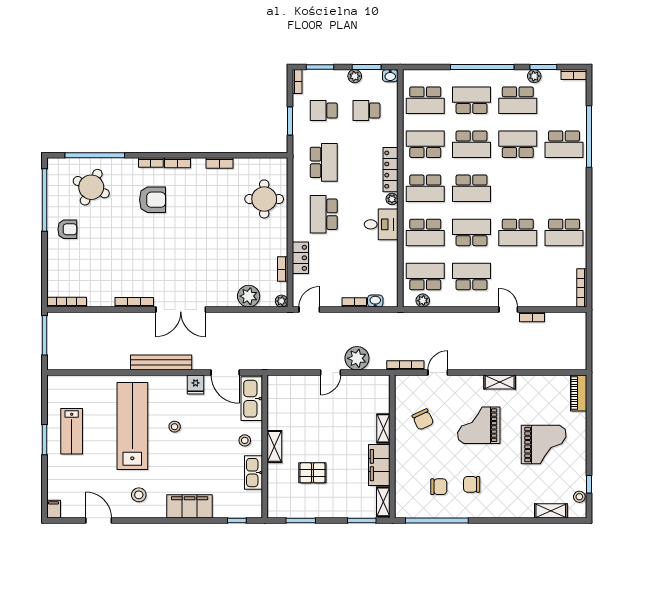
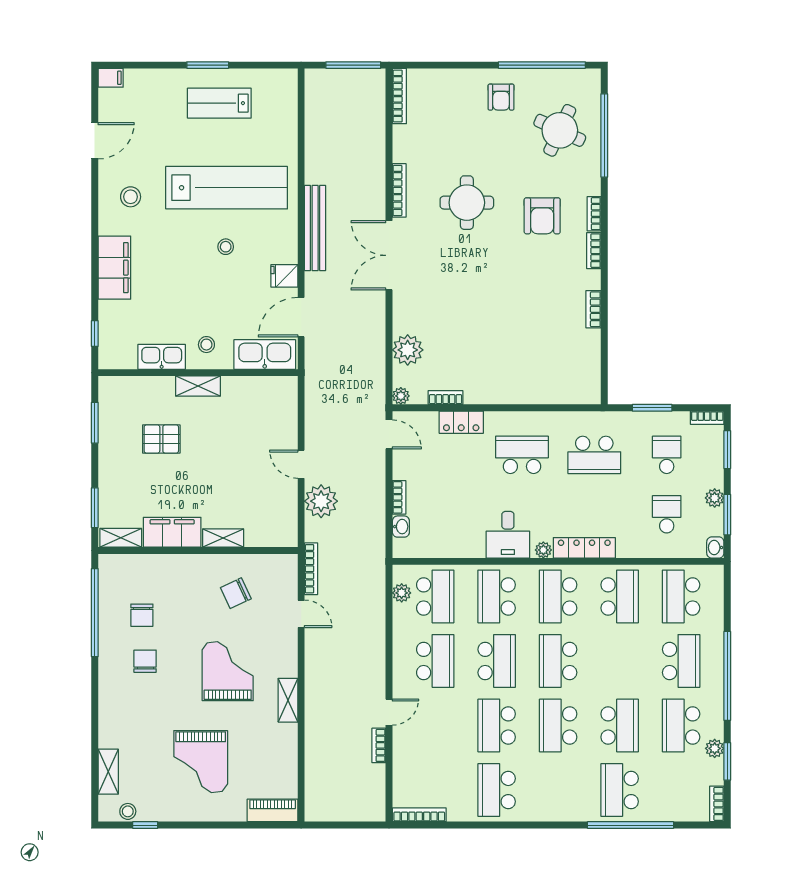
school desk: (472, 144) -> (558, 725), moved
round table: (264, 199) -> (467, 203), moved
pallet: (312, 473) -> (161, 439), turned 90

